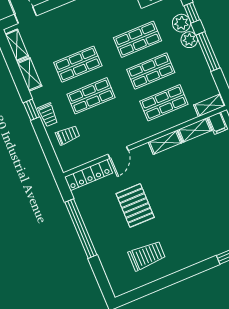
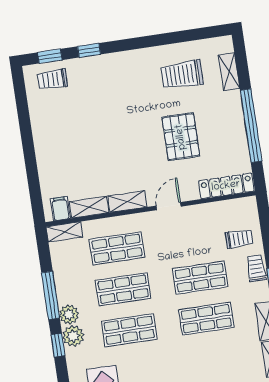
trolley: (68, 135) -> (239, 239), turned 180
door: (118, 152) -> (169, 206), moved
shelving: (109, 268) -> (229, 72), added

